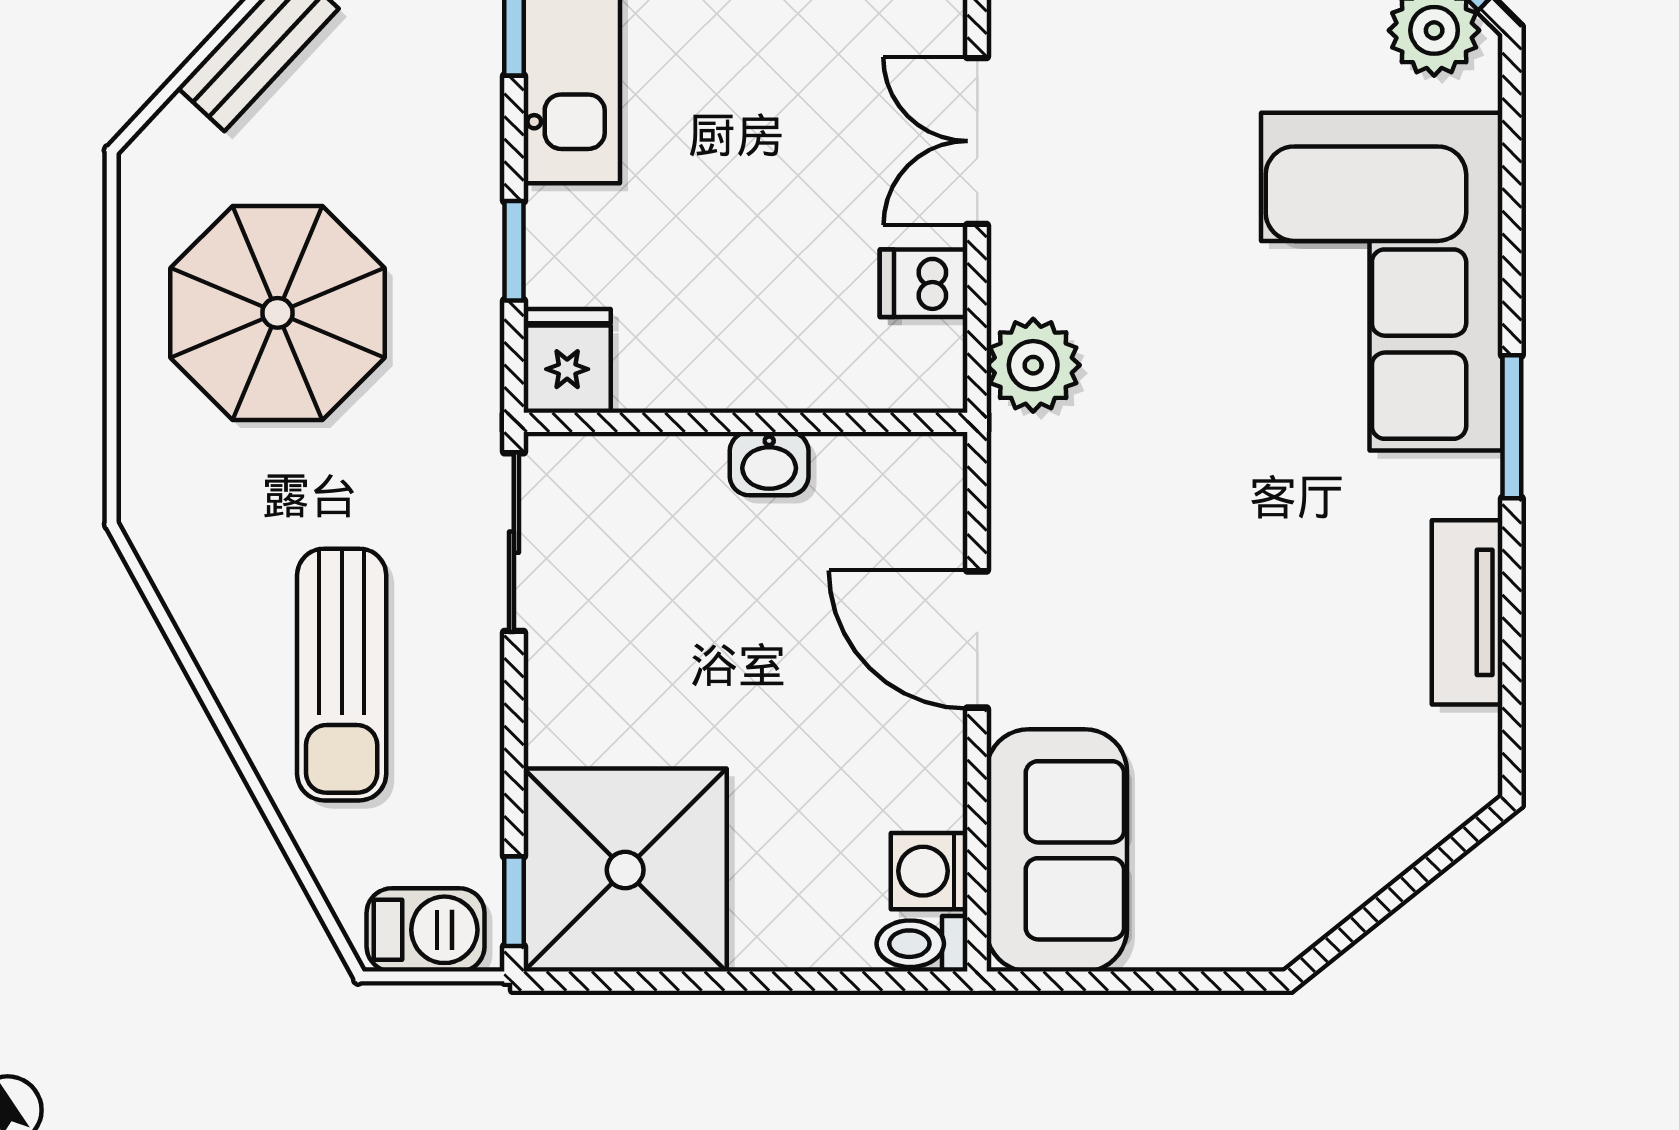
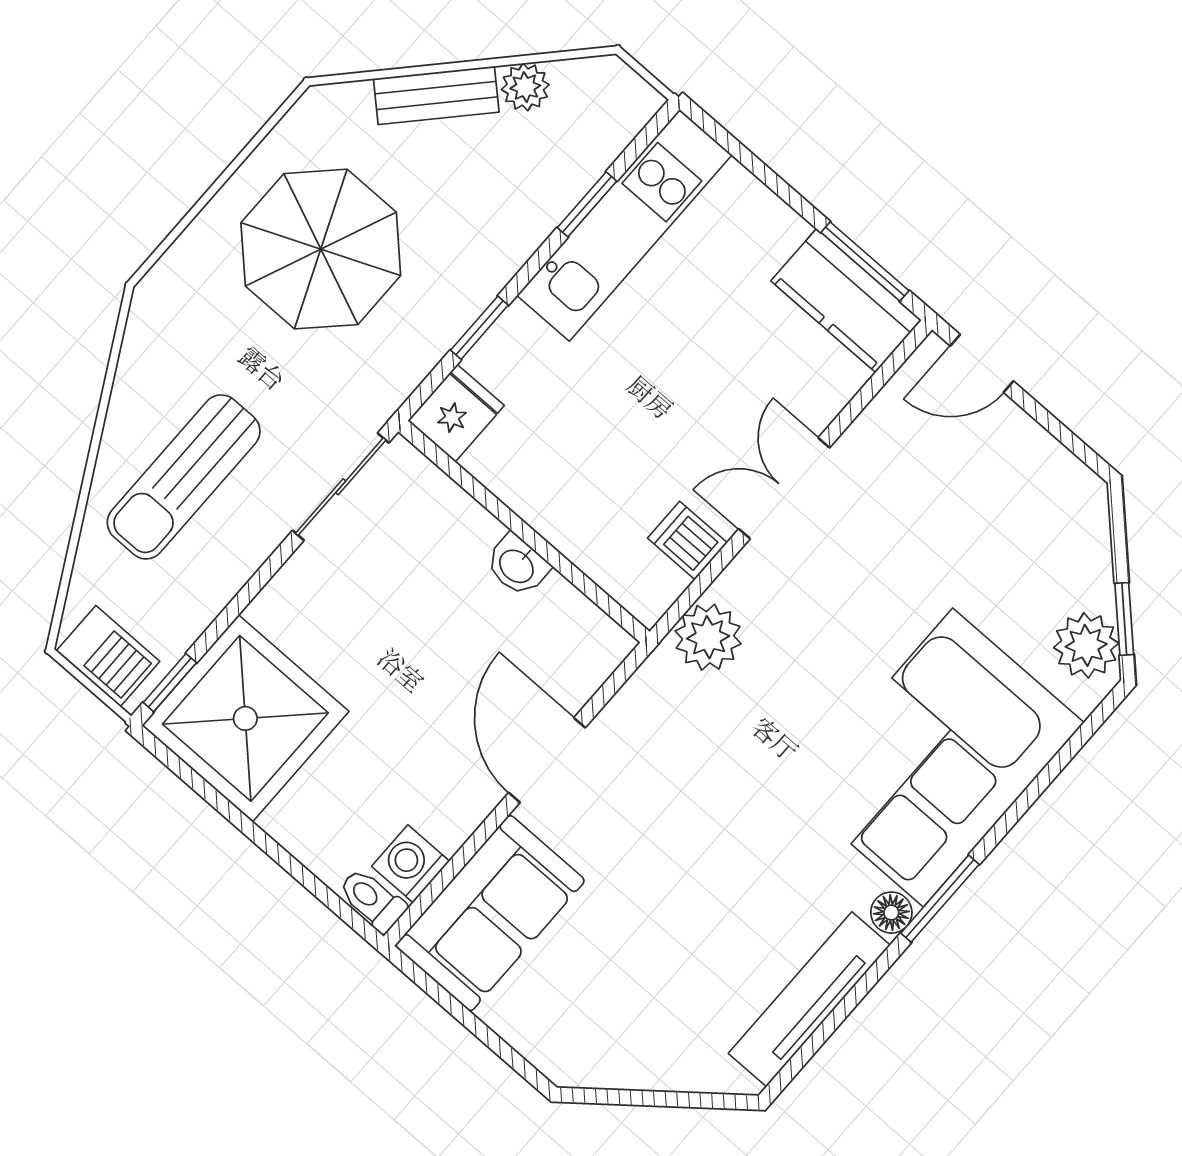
floor lamp: (1474, 485) -> (891, 913), added
tv unit: (1467, 612) -> (809, 999), width x1.41

